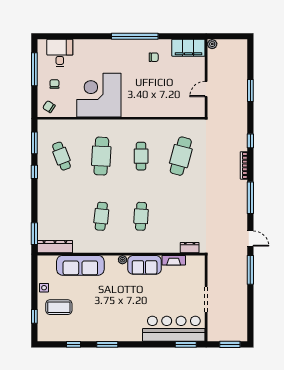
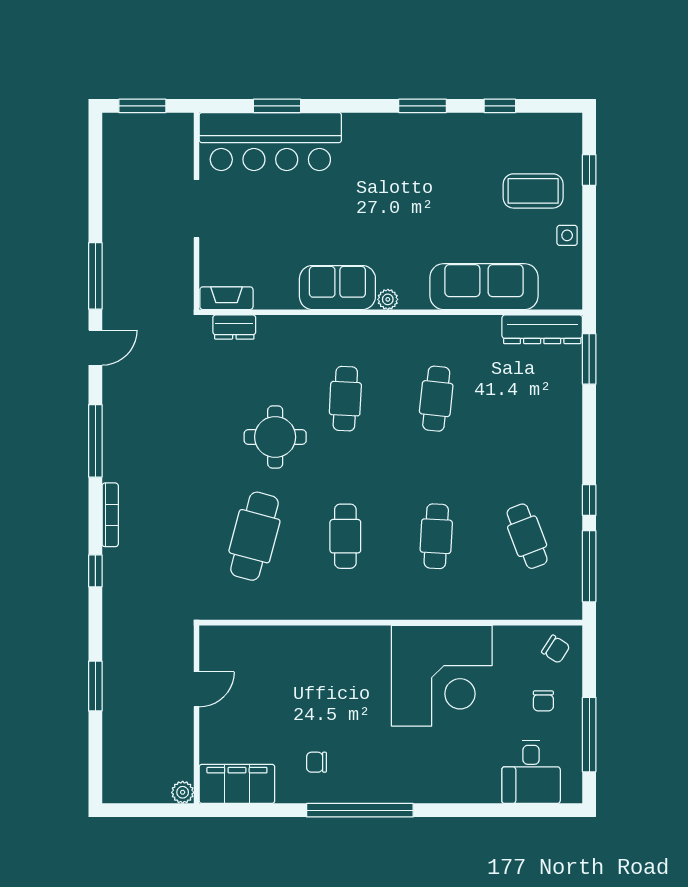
window: (34, 143) -> (589, 566), width x1.44
cafe table: (101, 156) -> (436, 536), width x0.73, depth x0.74
round table: (172, 199) -> (275, 437), added
door: (250, 239) -> (95, 348), swing flipped
fireplace: (174, 260) -> (226, 298), moved
window: (186, 344) -> (277, 106), moved

